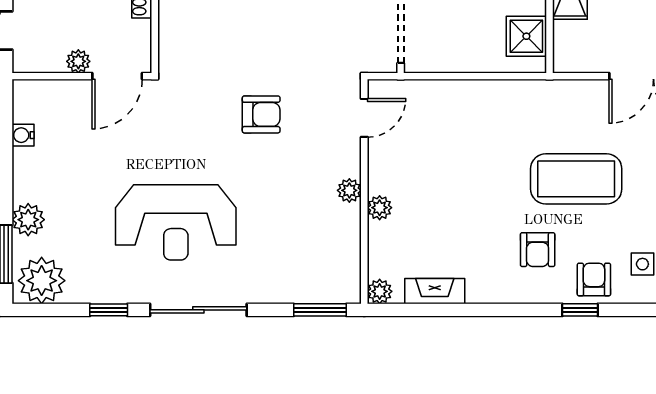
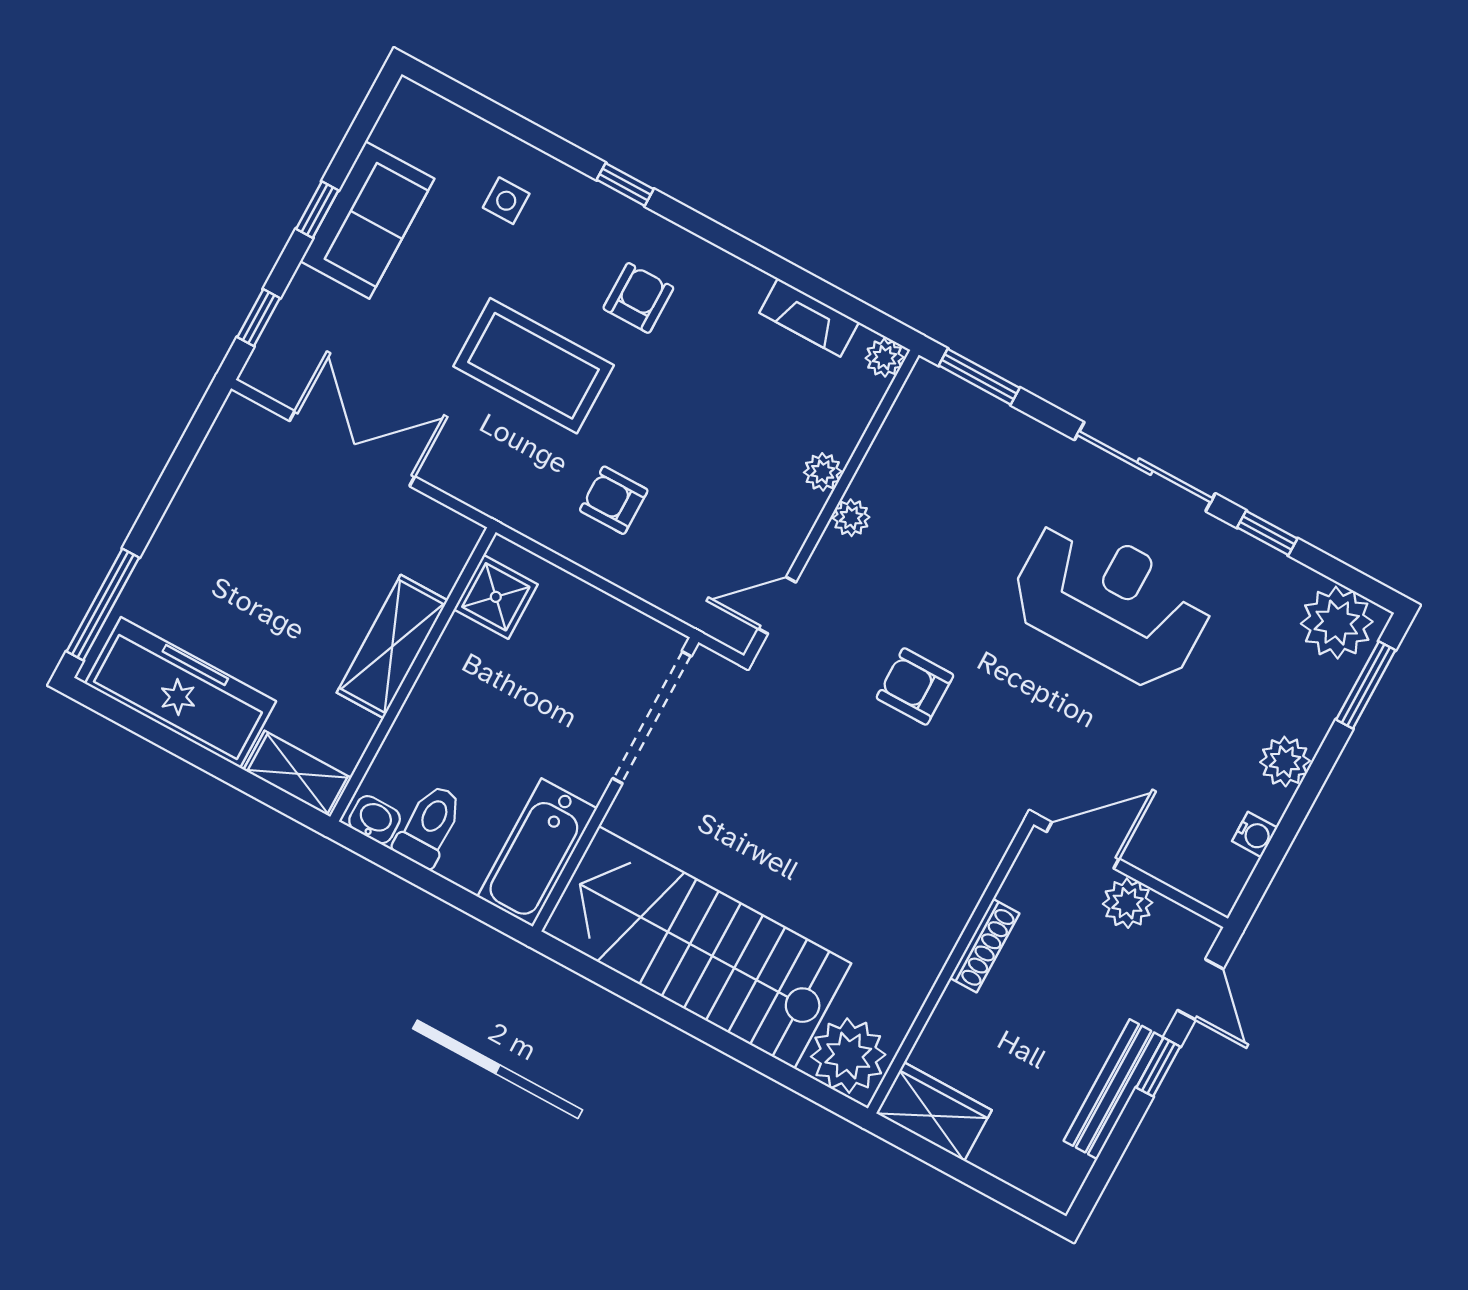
plant: (78, 61) -> (1128, 903), width x1.38, depth x1.38
plant: (28, 220) -> (1285, 762), moved
armchair: (594, 280) -> (614, 500), moved, turned 90

